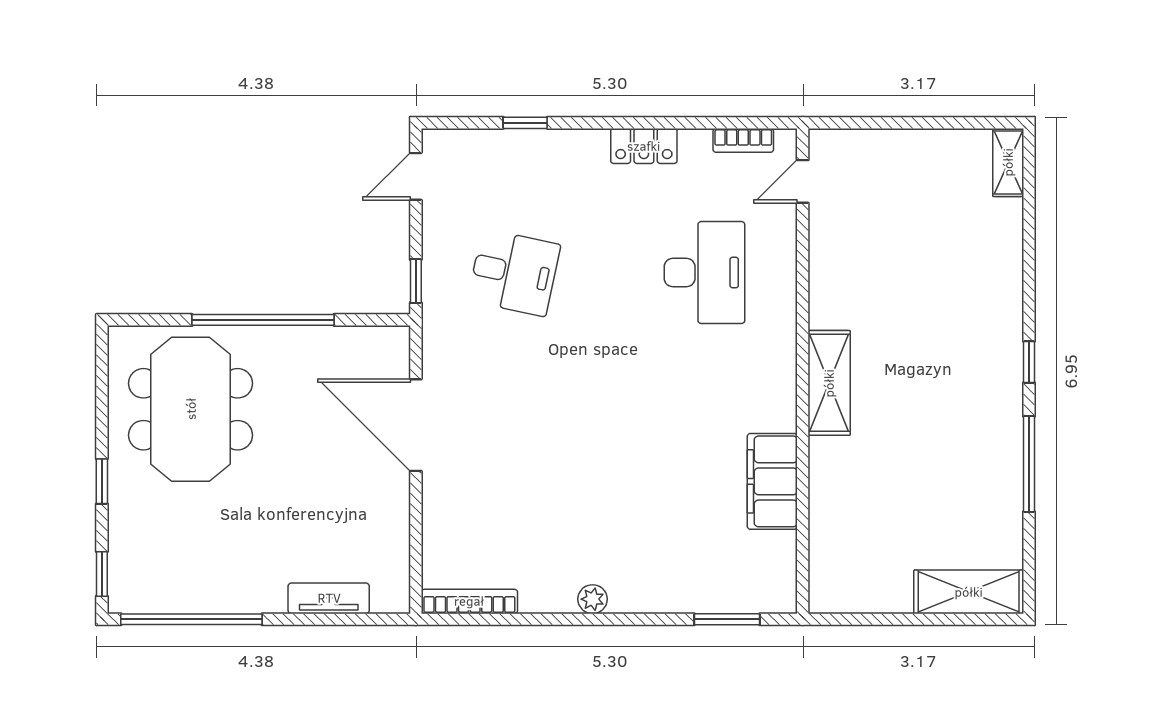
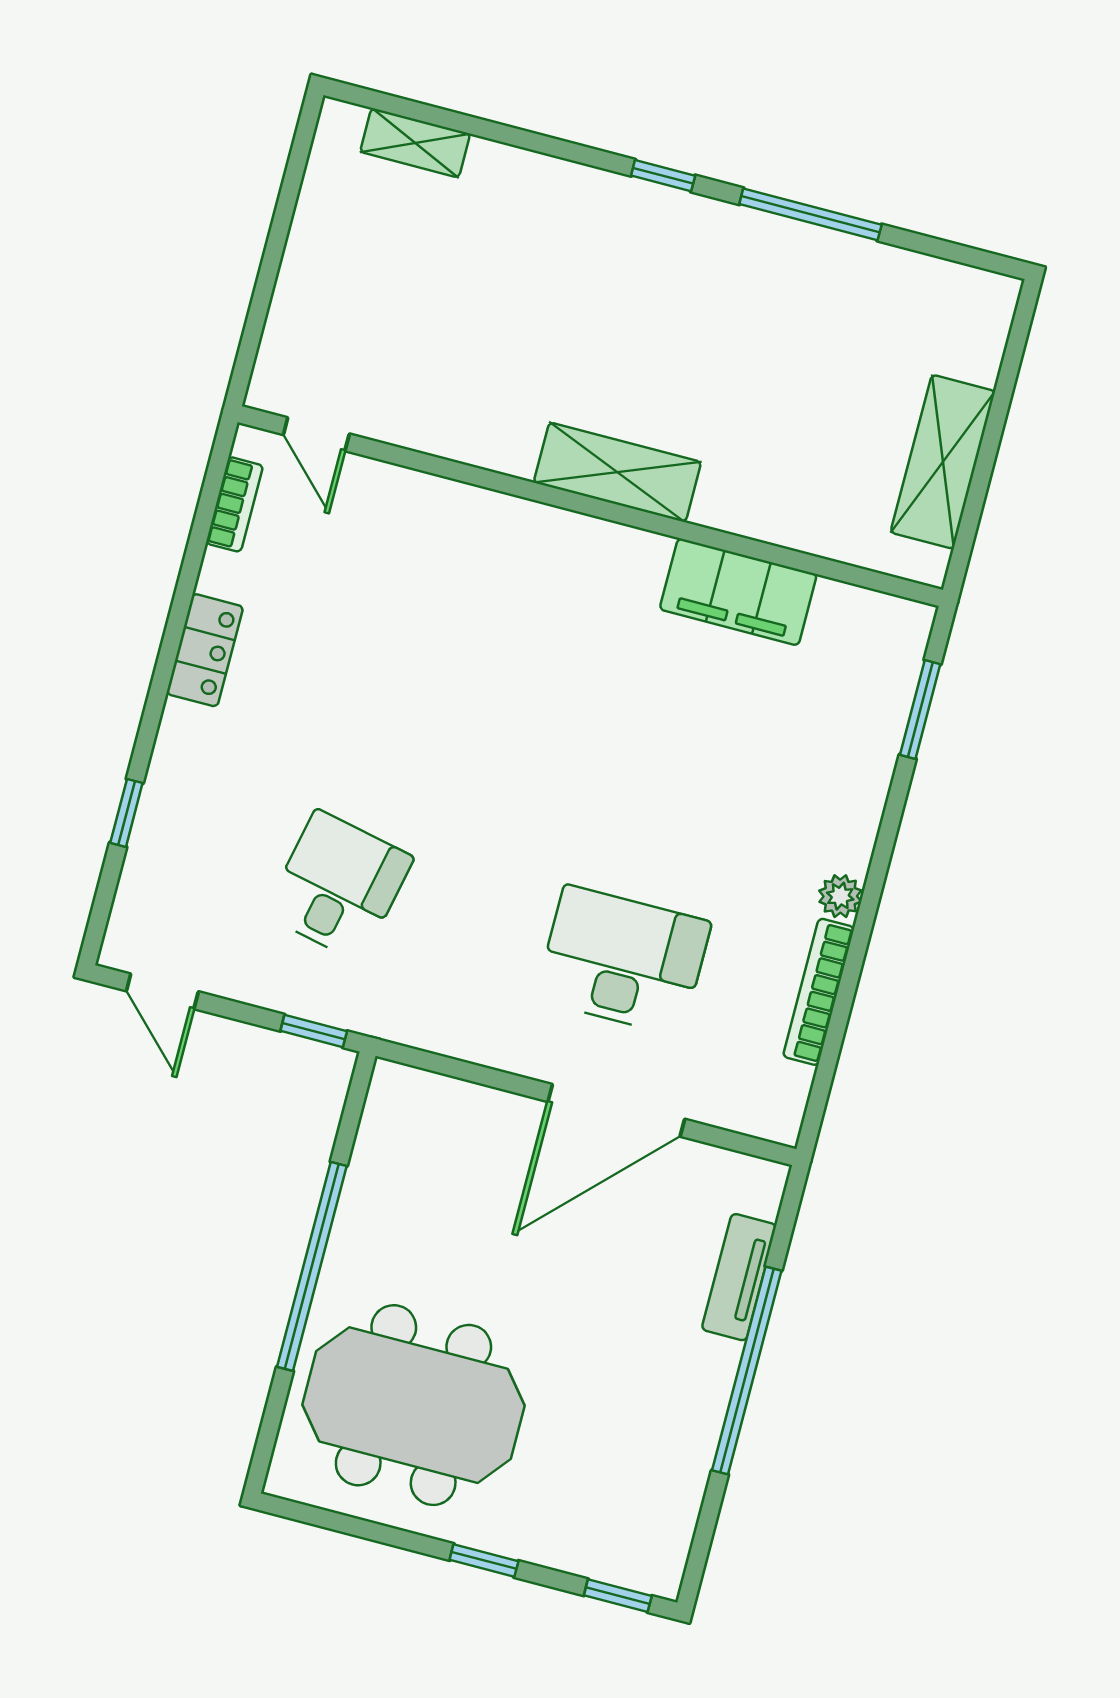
shelving: (1008, 162) -> (415, 143), moved
desk: (704, 273) -> (623, 961), moved
door: (416, 425) -> (616, 1110), moved
shelving: (969, 592) -> (943, 462), moved
bookcase: (469, 601) -> (819, 992), moved
window: (191, 619) -> (747, 1370), moved

